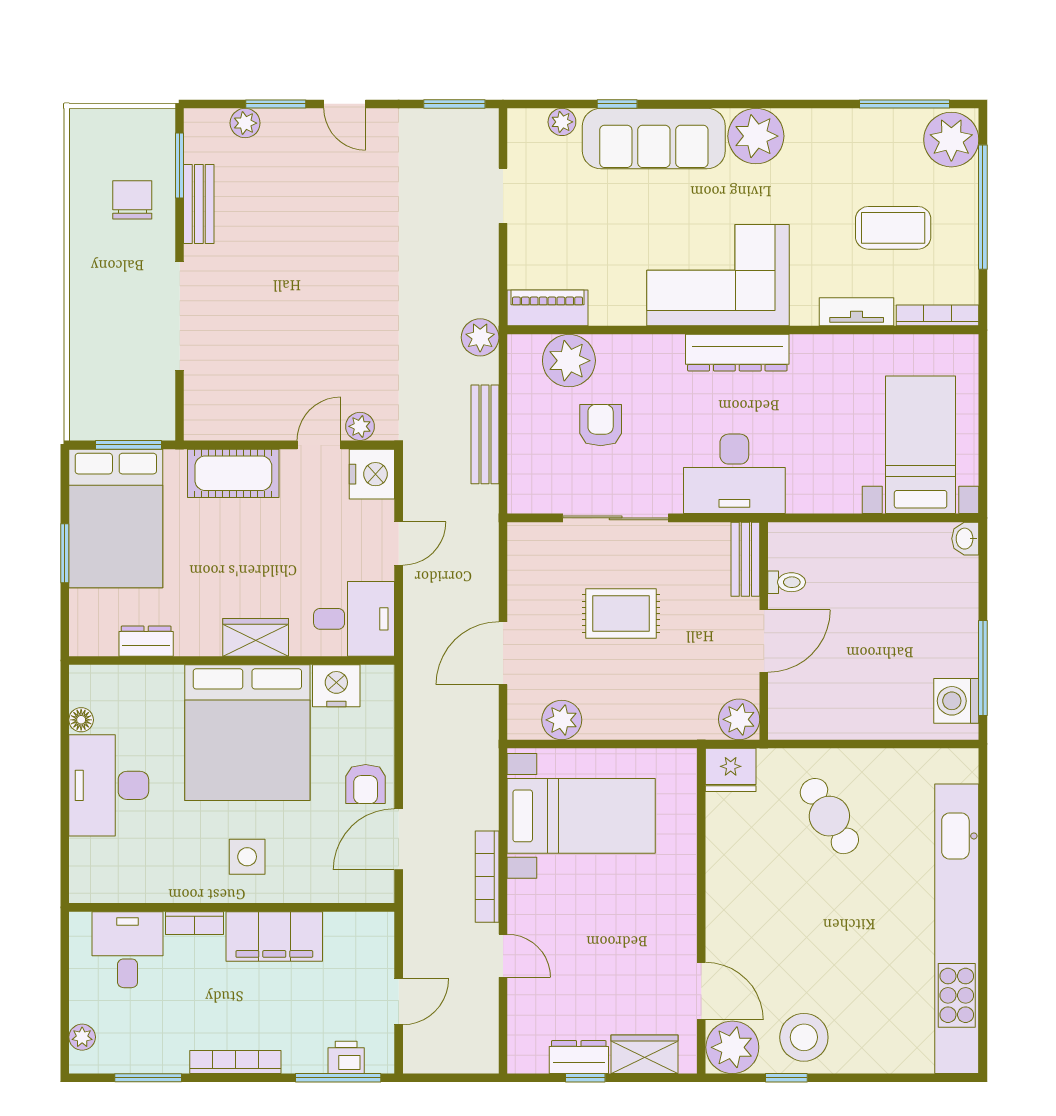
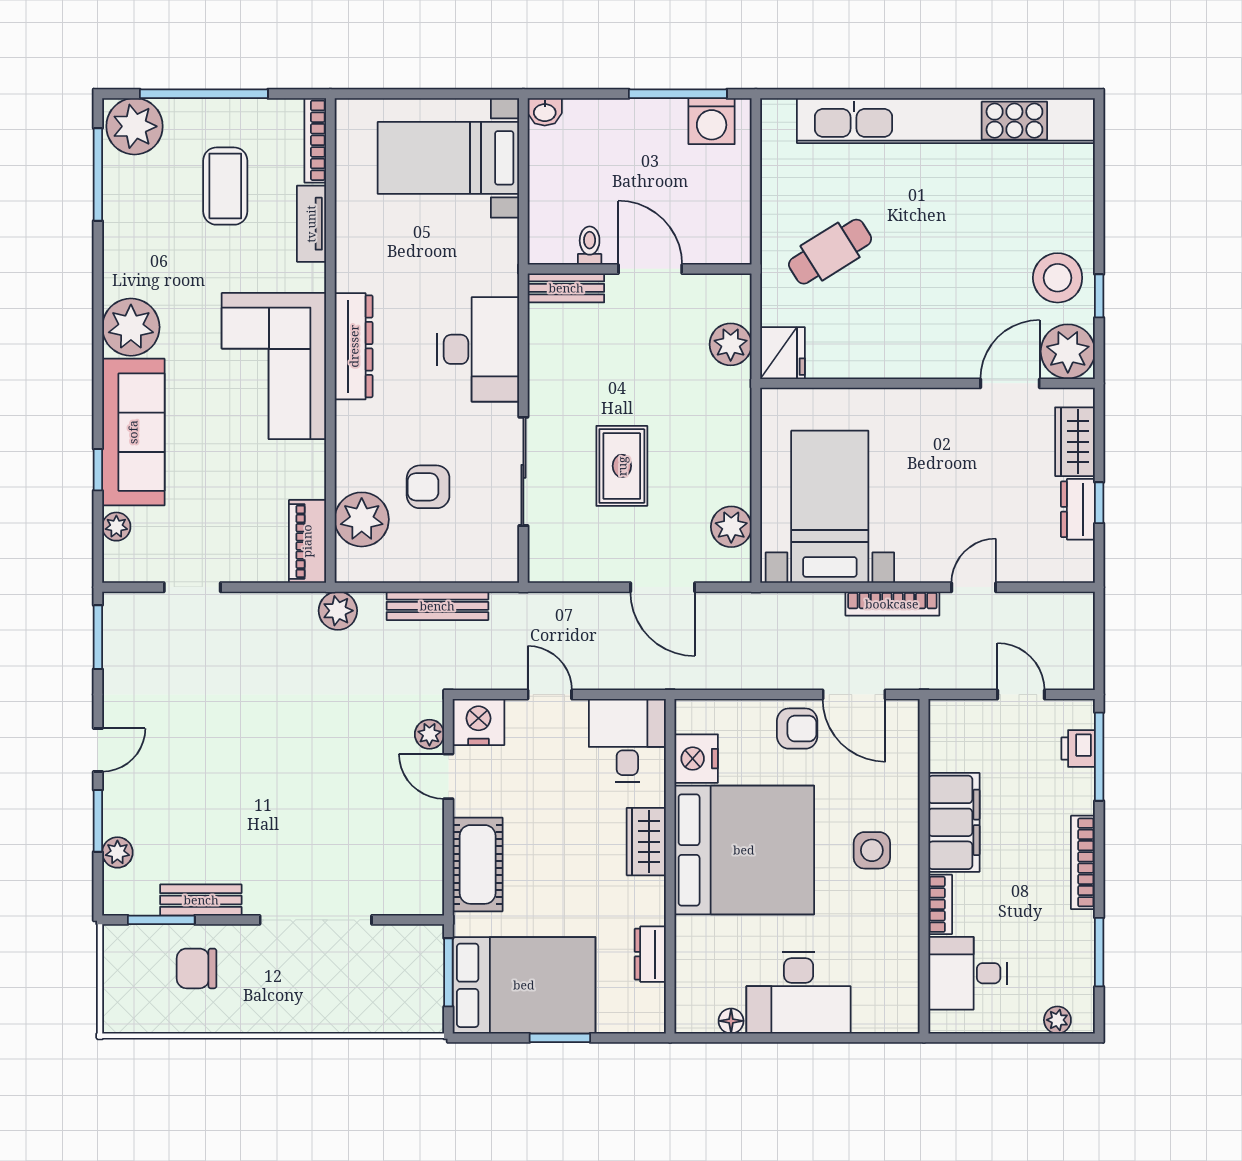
bench: (745, 559) -> (566, 288), moved
toilet: (787, 582) -> (590, 246), moved
wall: (764, 631) -> (640, 269), moved
door: (764, 641) -> (650, 269), moved

